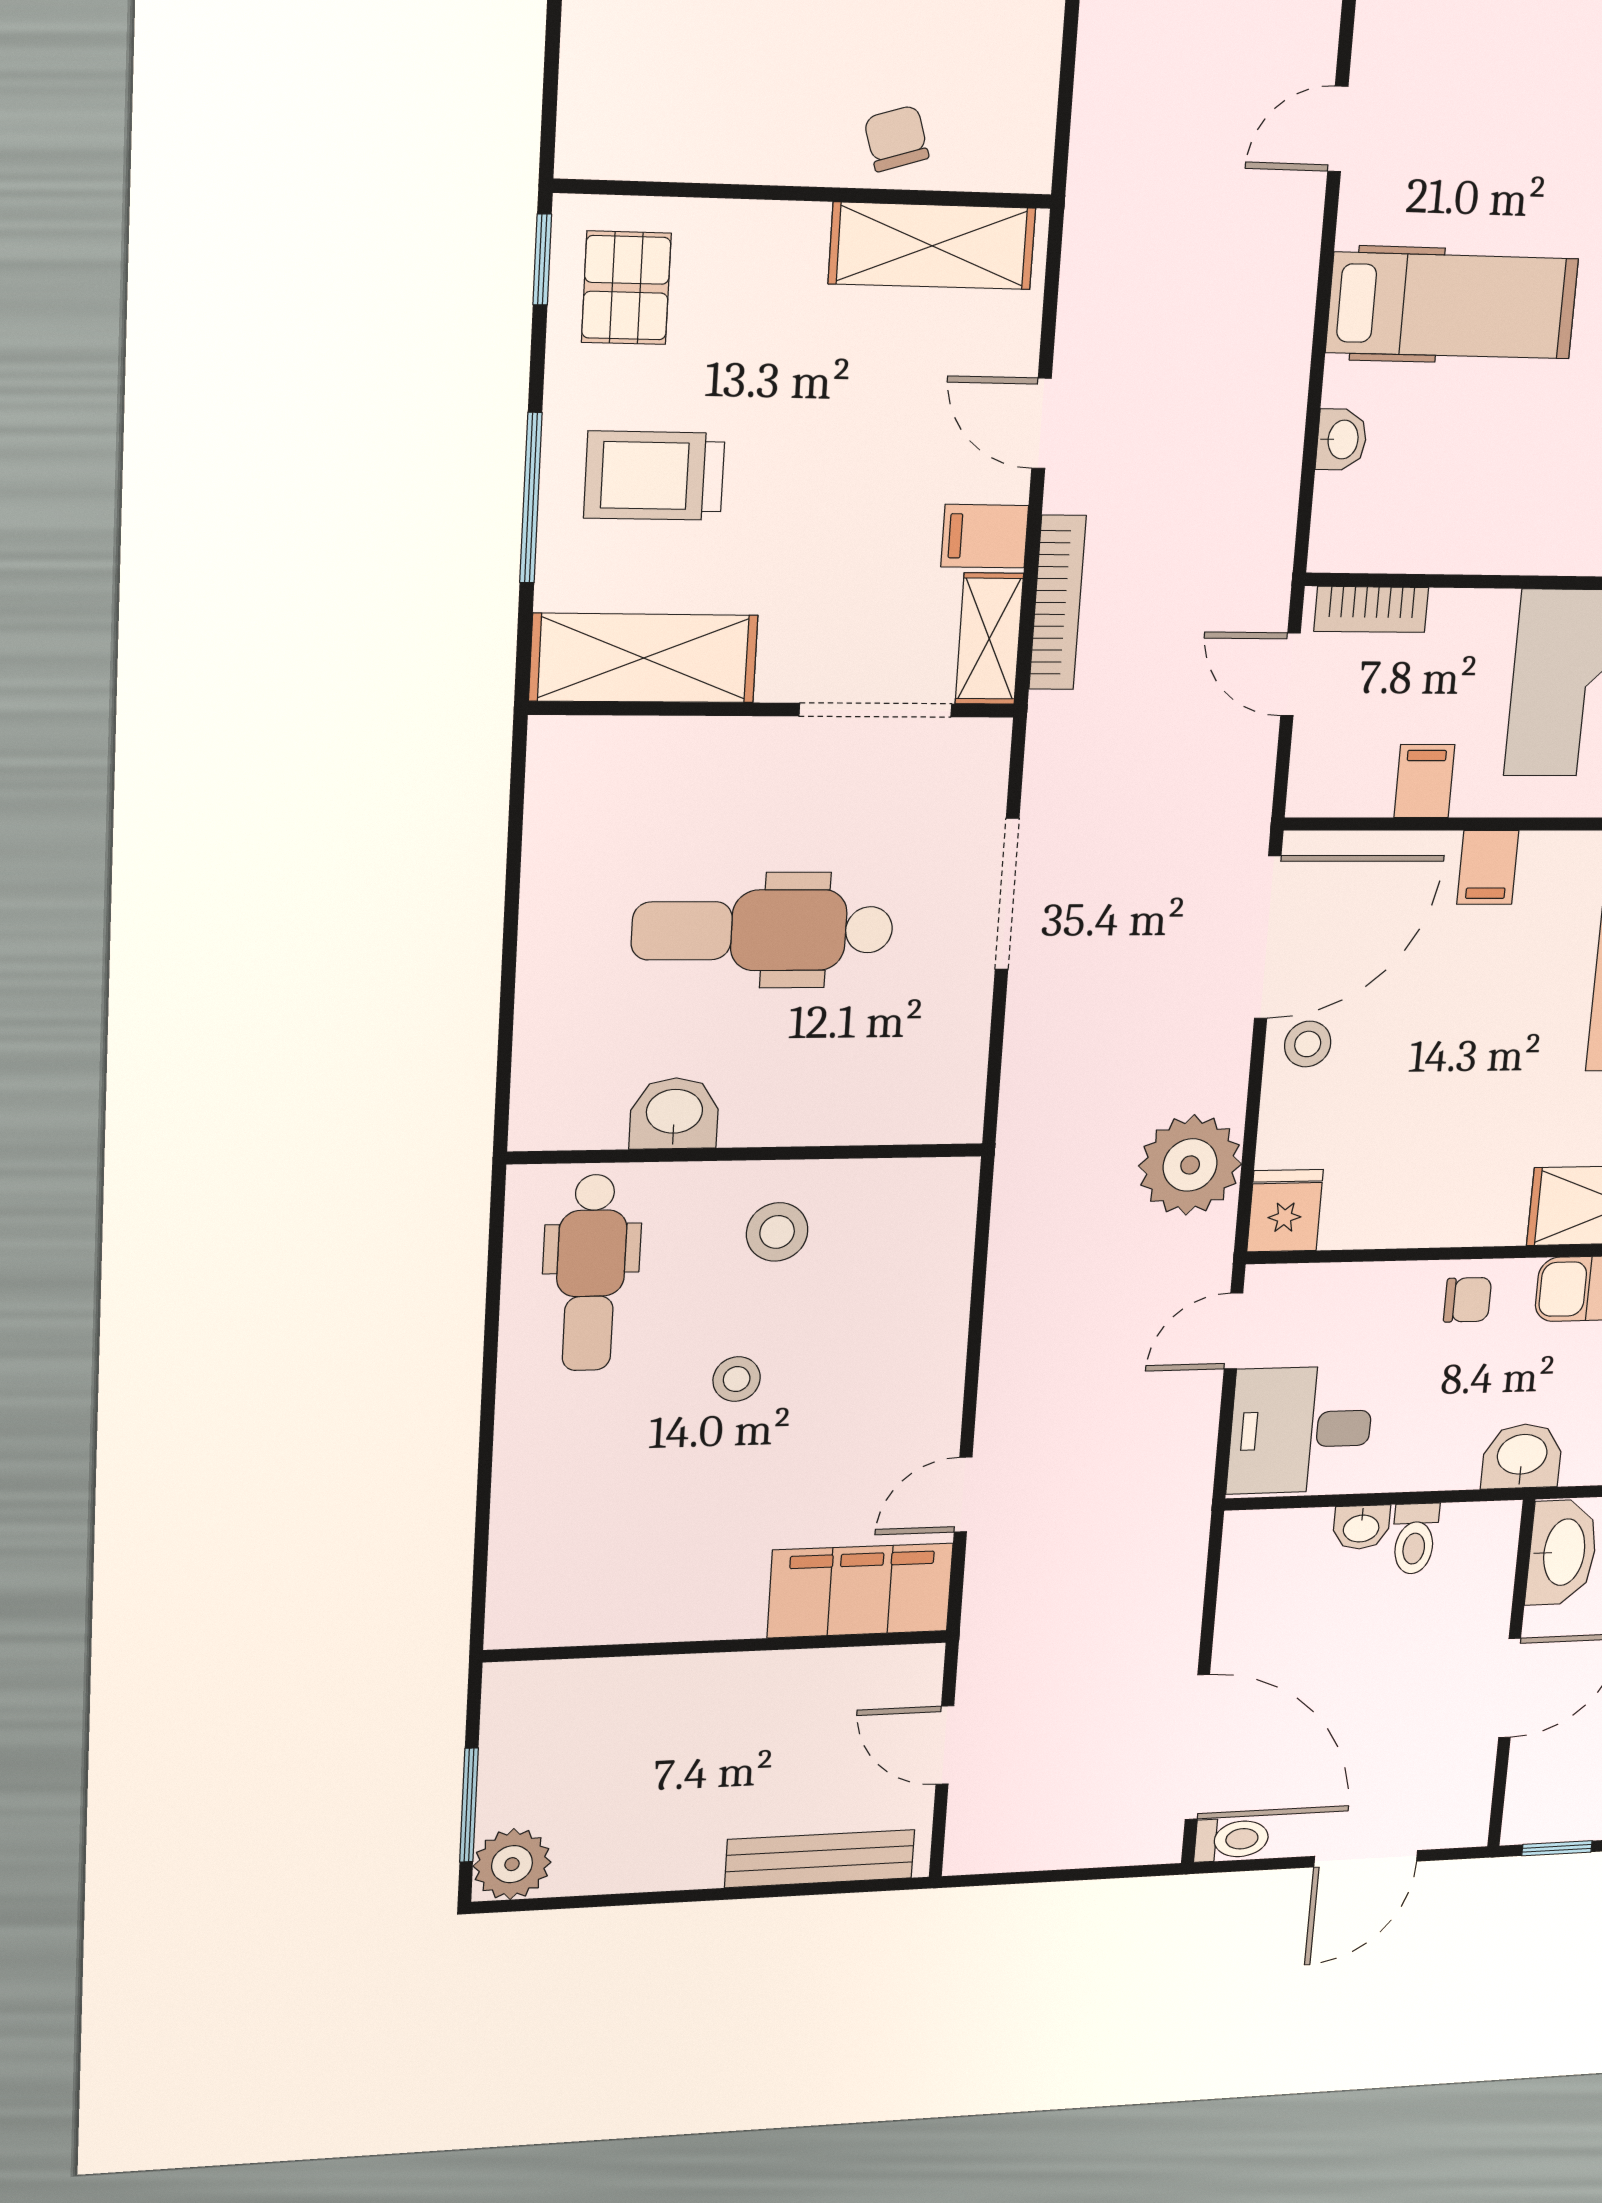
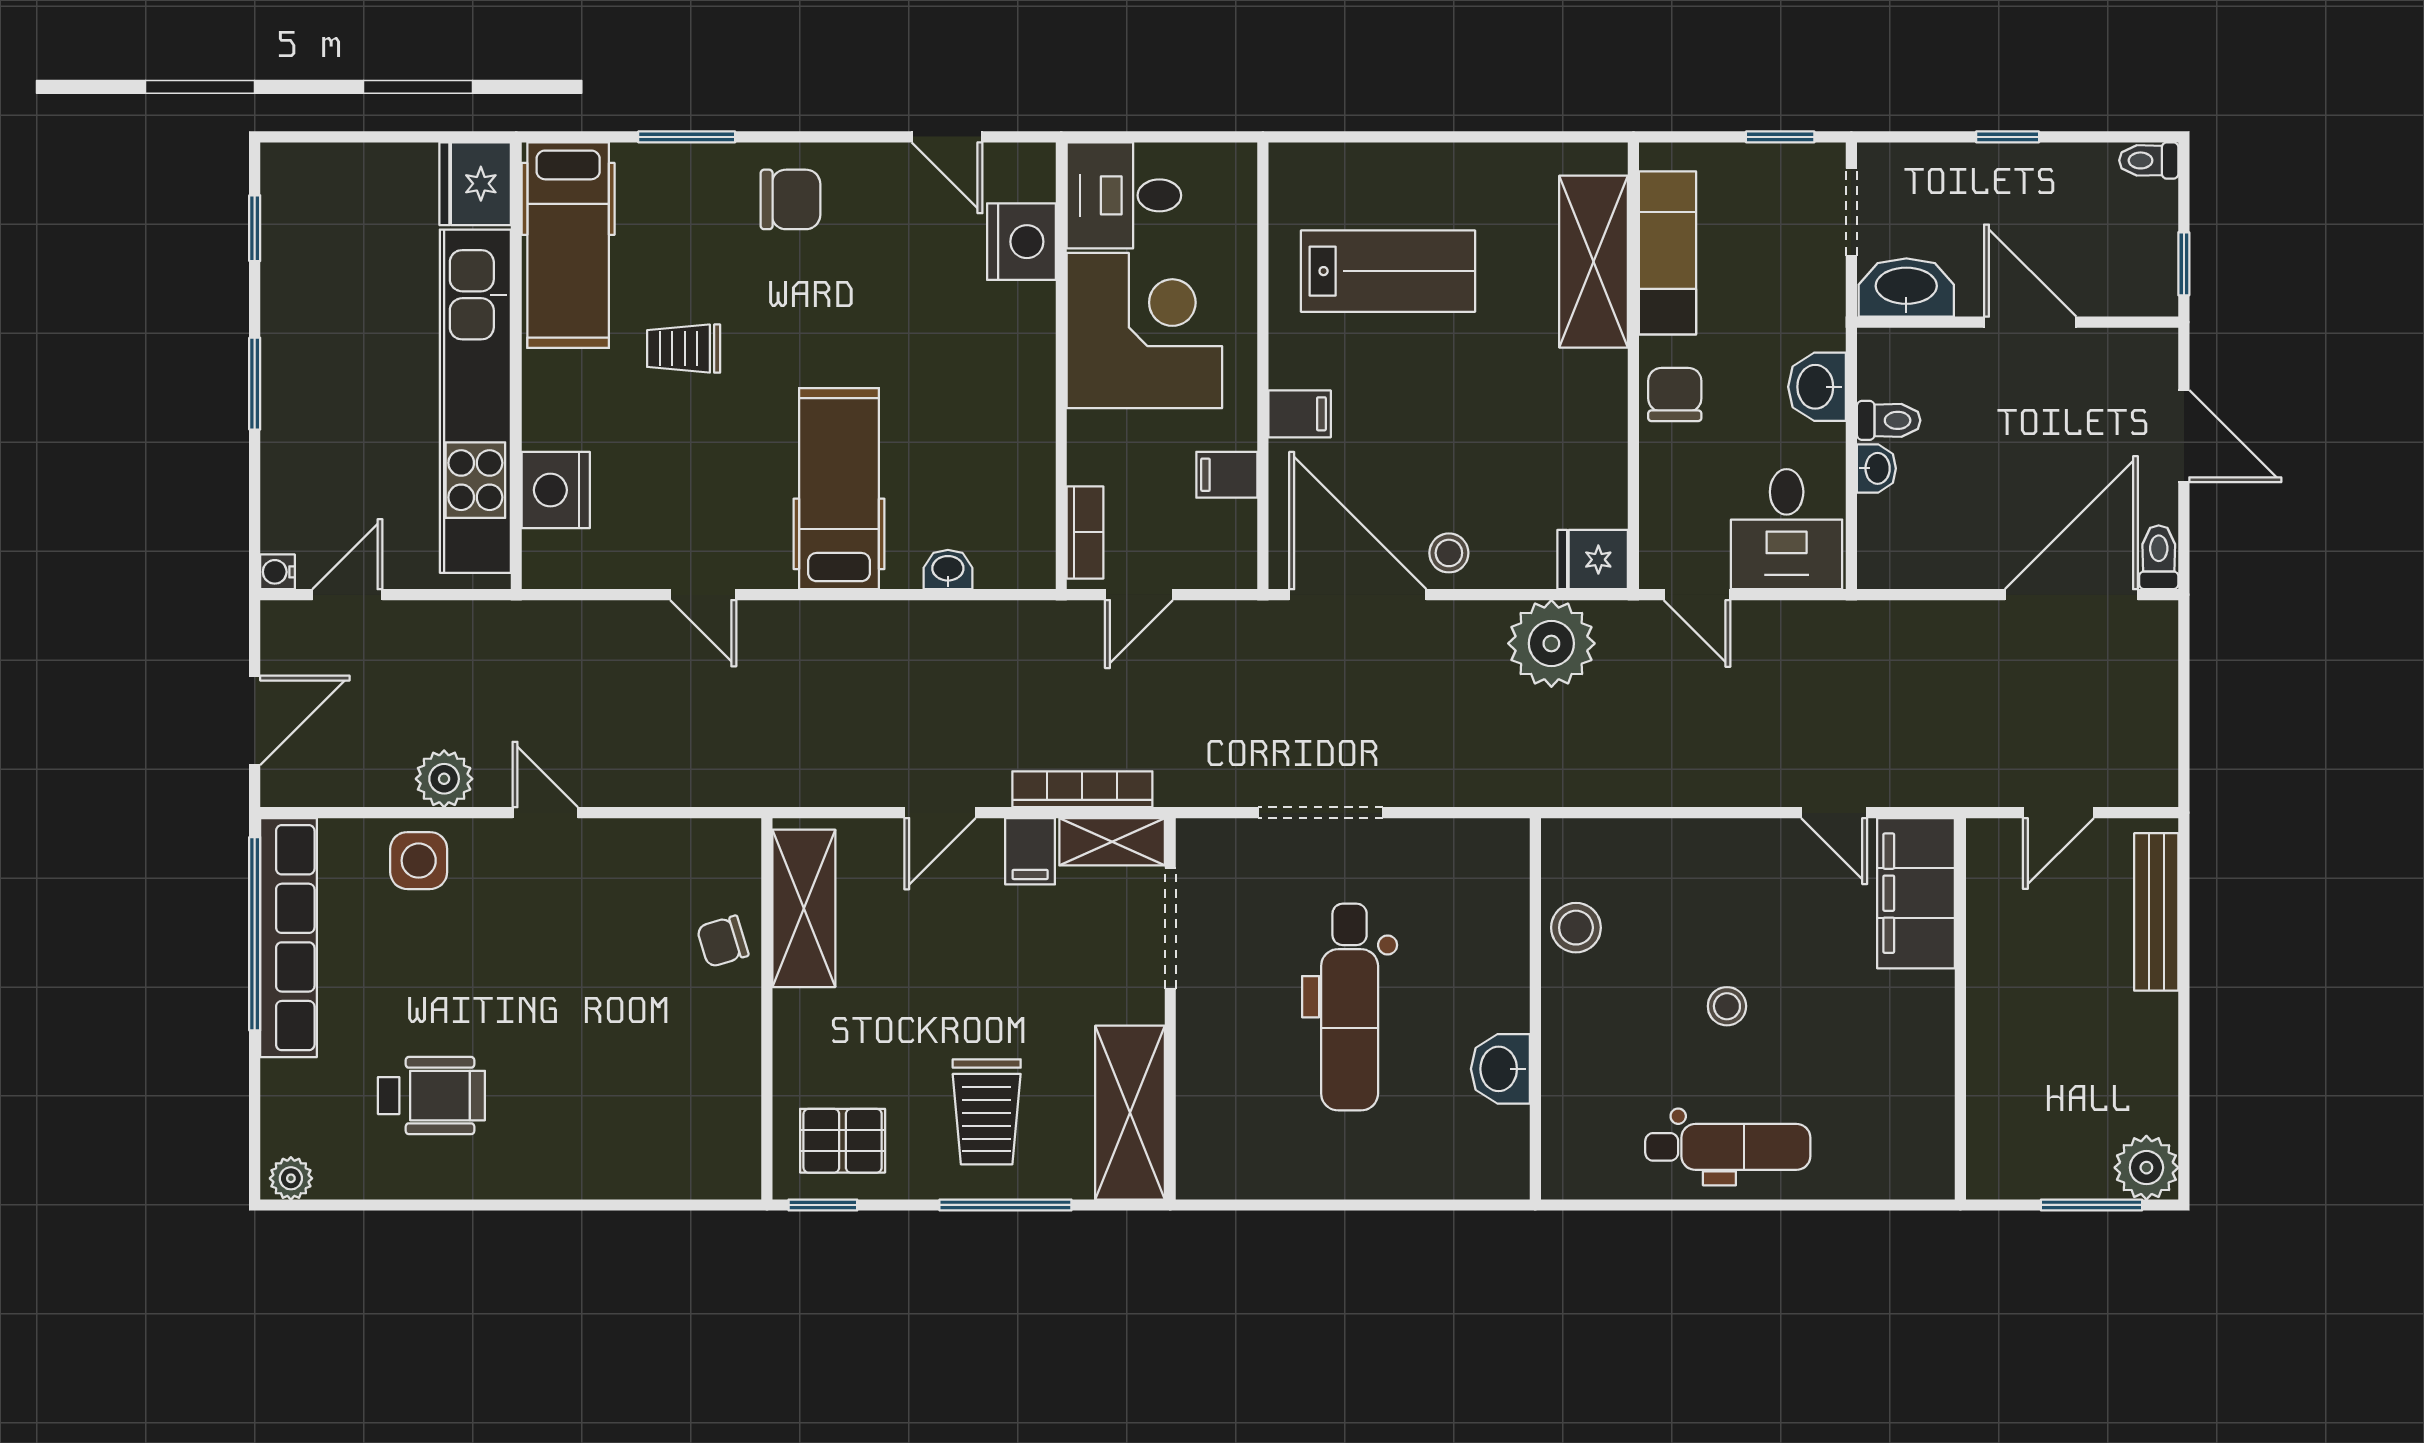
stool: (777, 1232) -> (1576, 928), moved
dental chair: (591, 1273) -> (1728, 1147), moved
chair: (1468, 1300) -> (1675, 394), width x1.37, depth x1.37
washbasin: (1522, 1456) -> (1817, 387), moved

